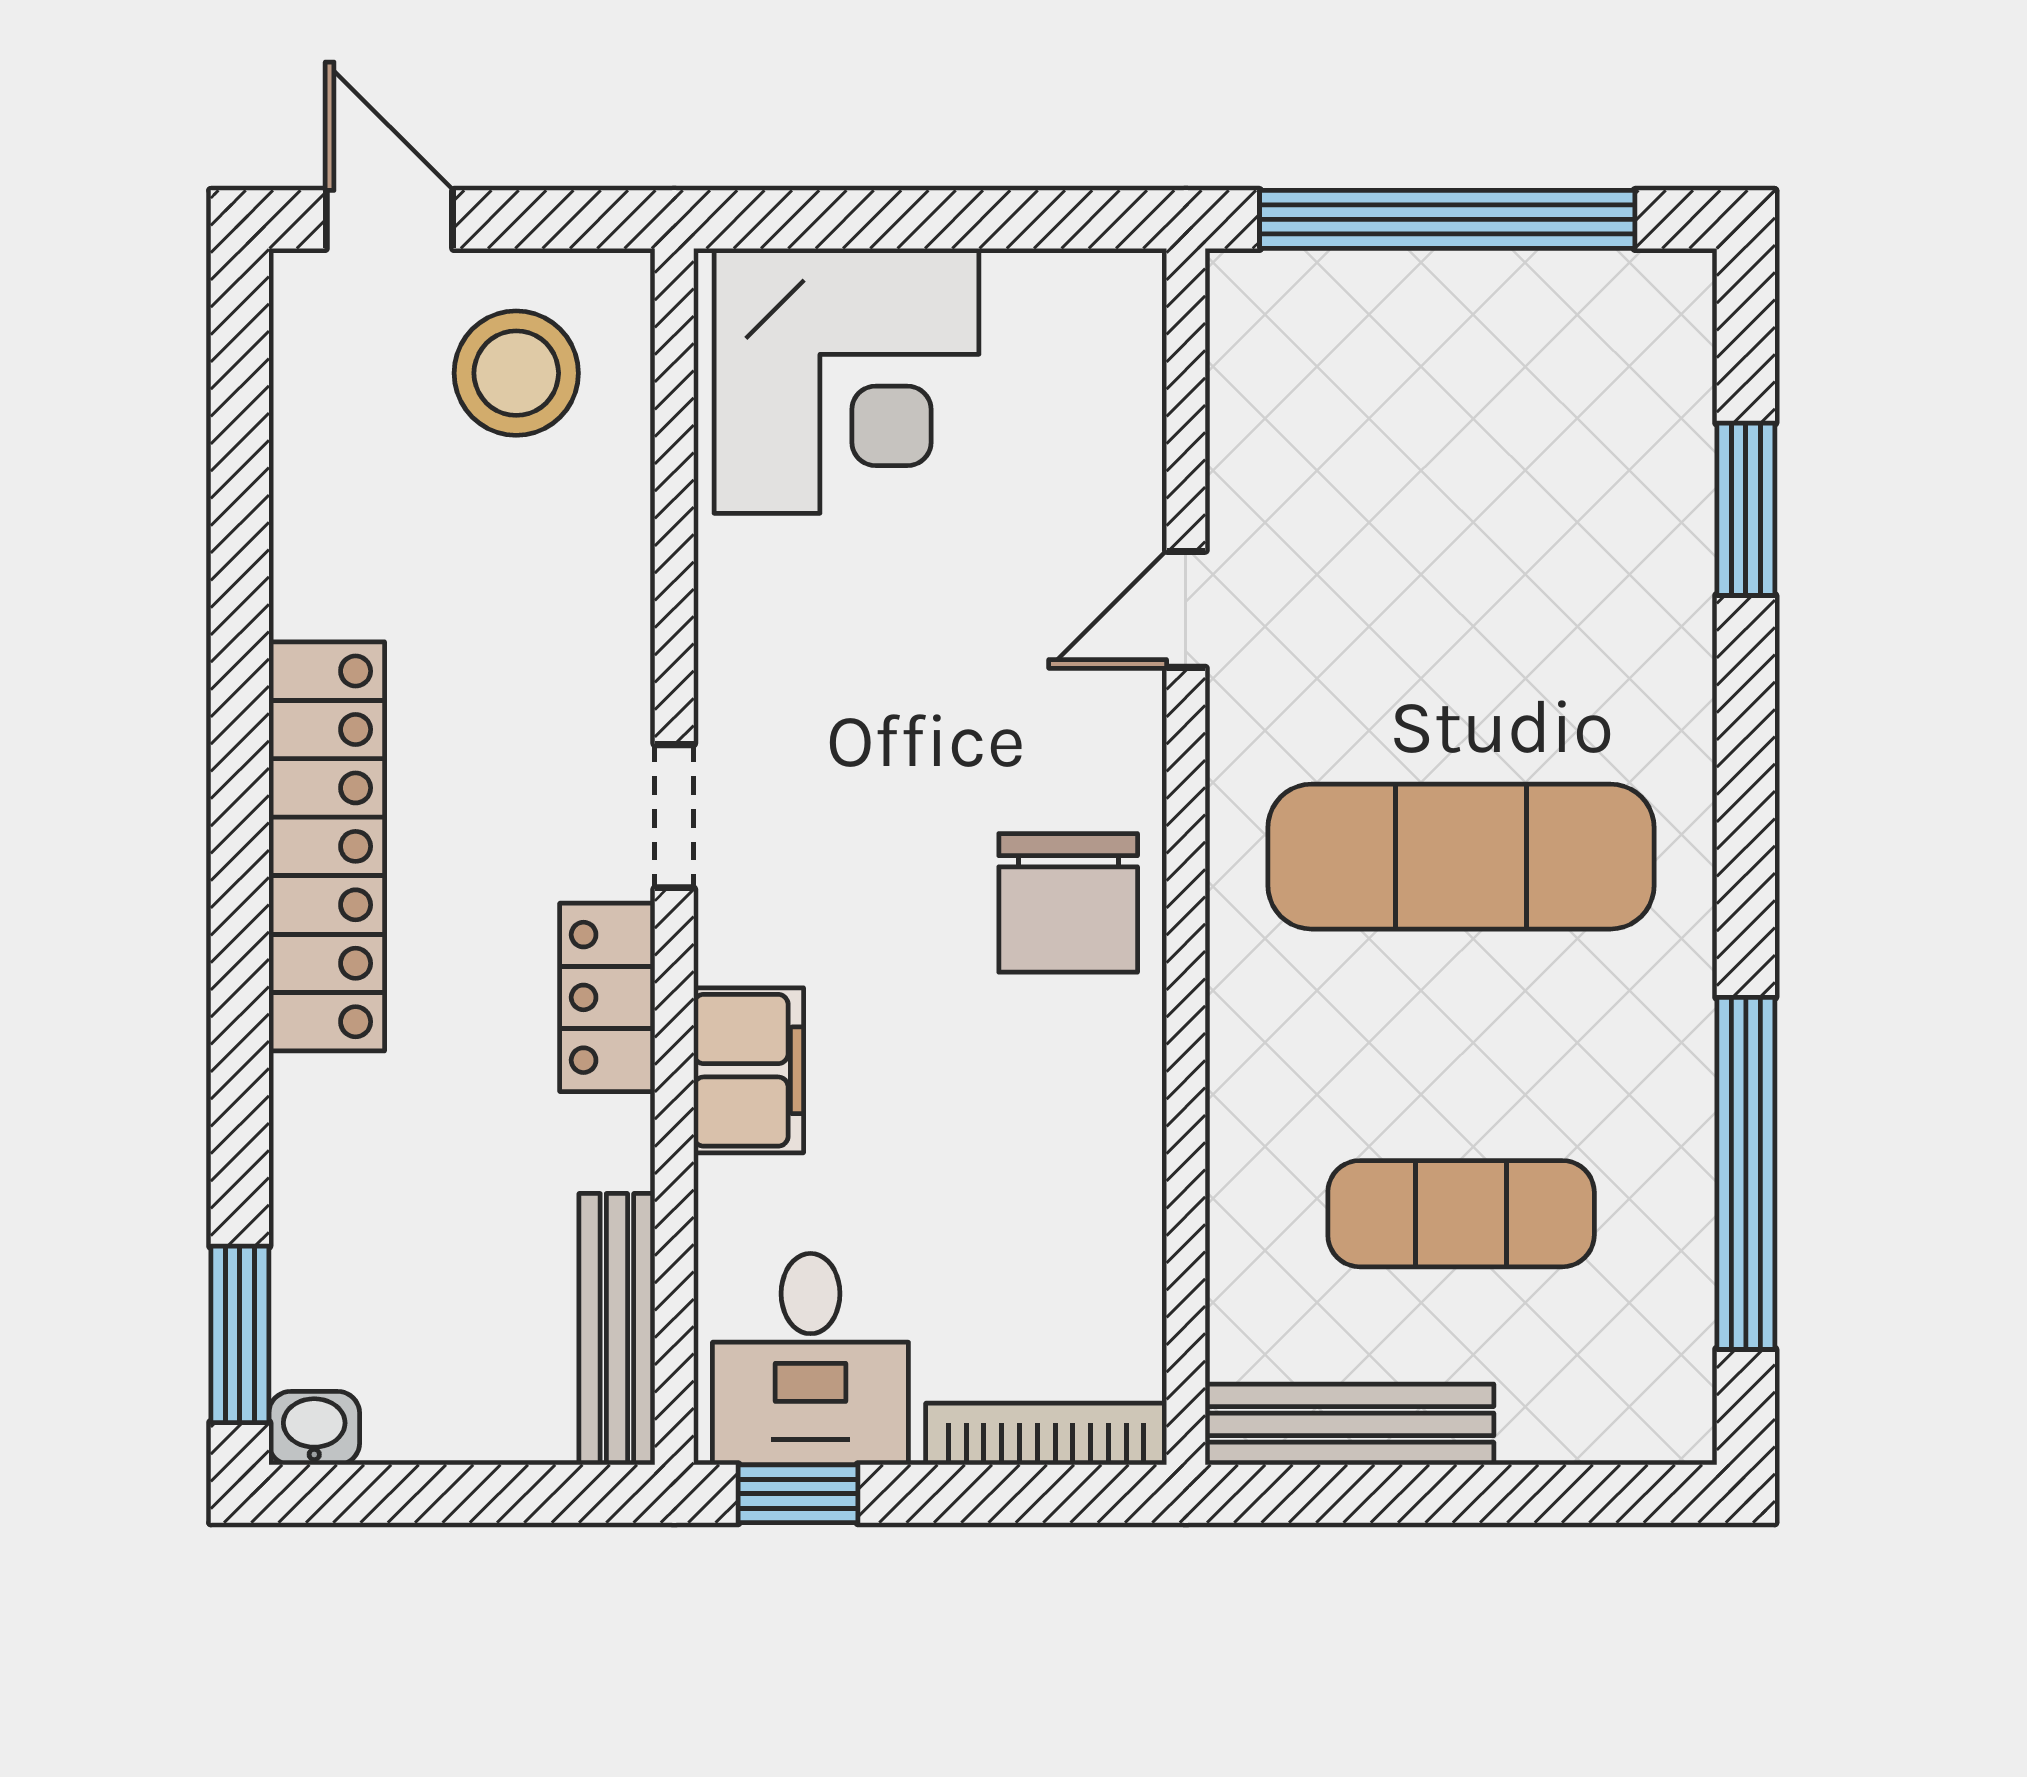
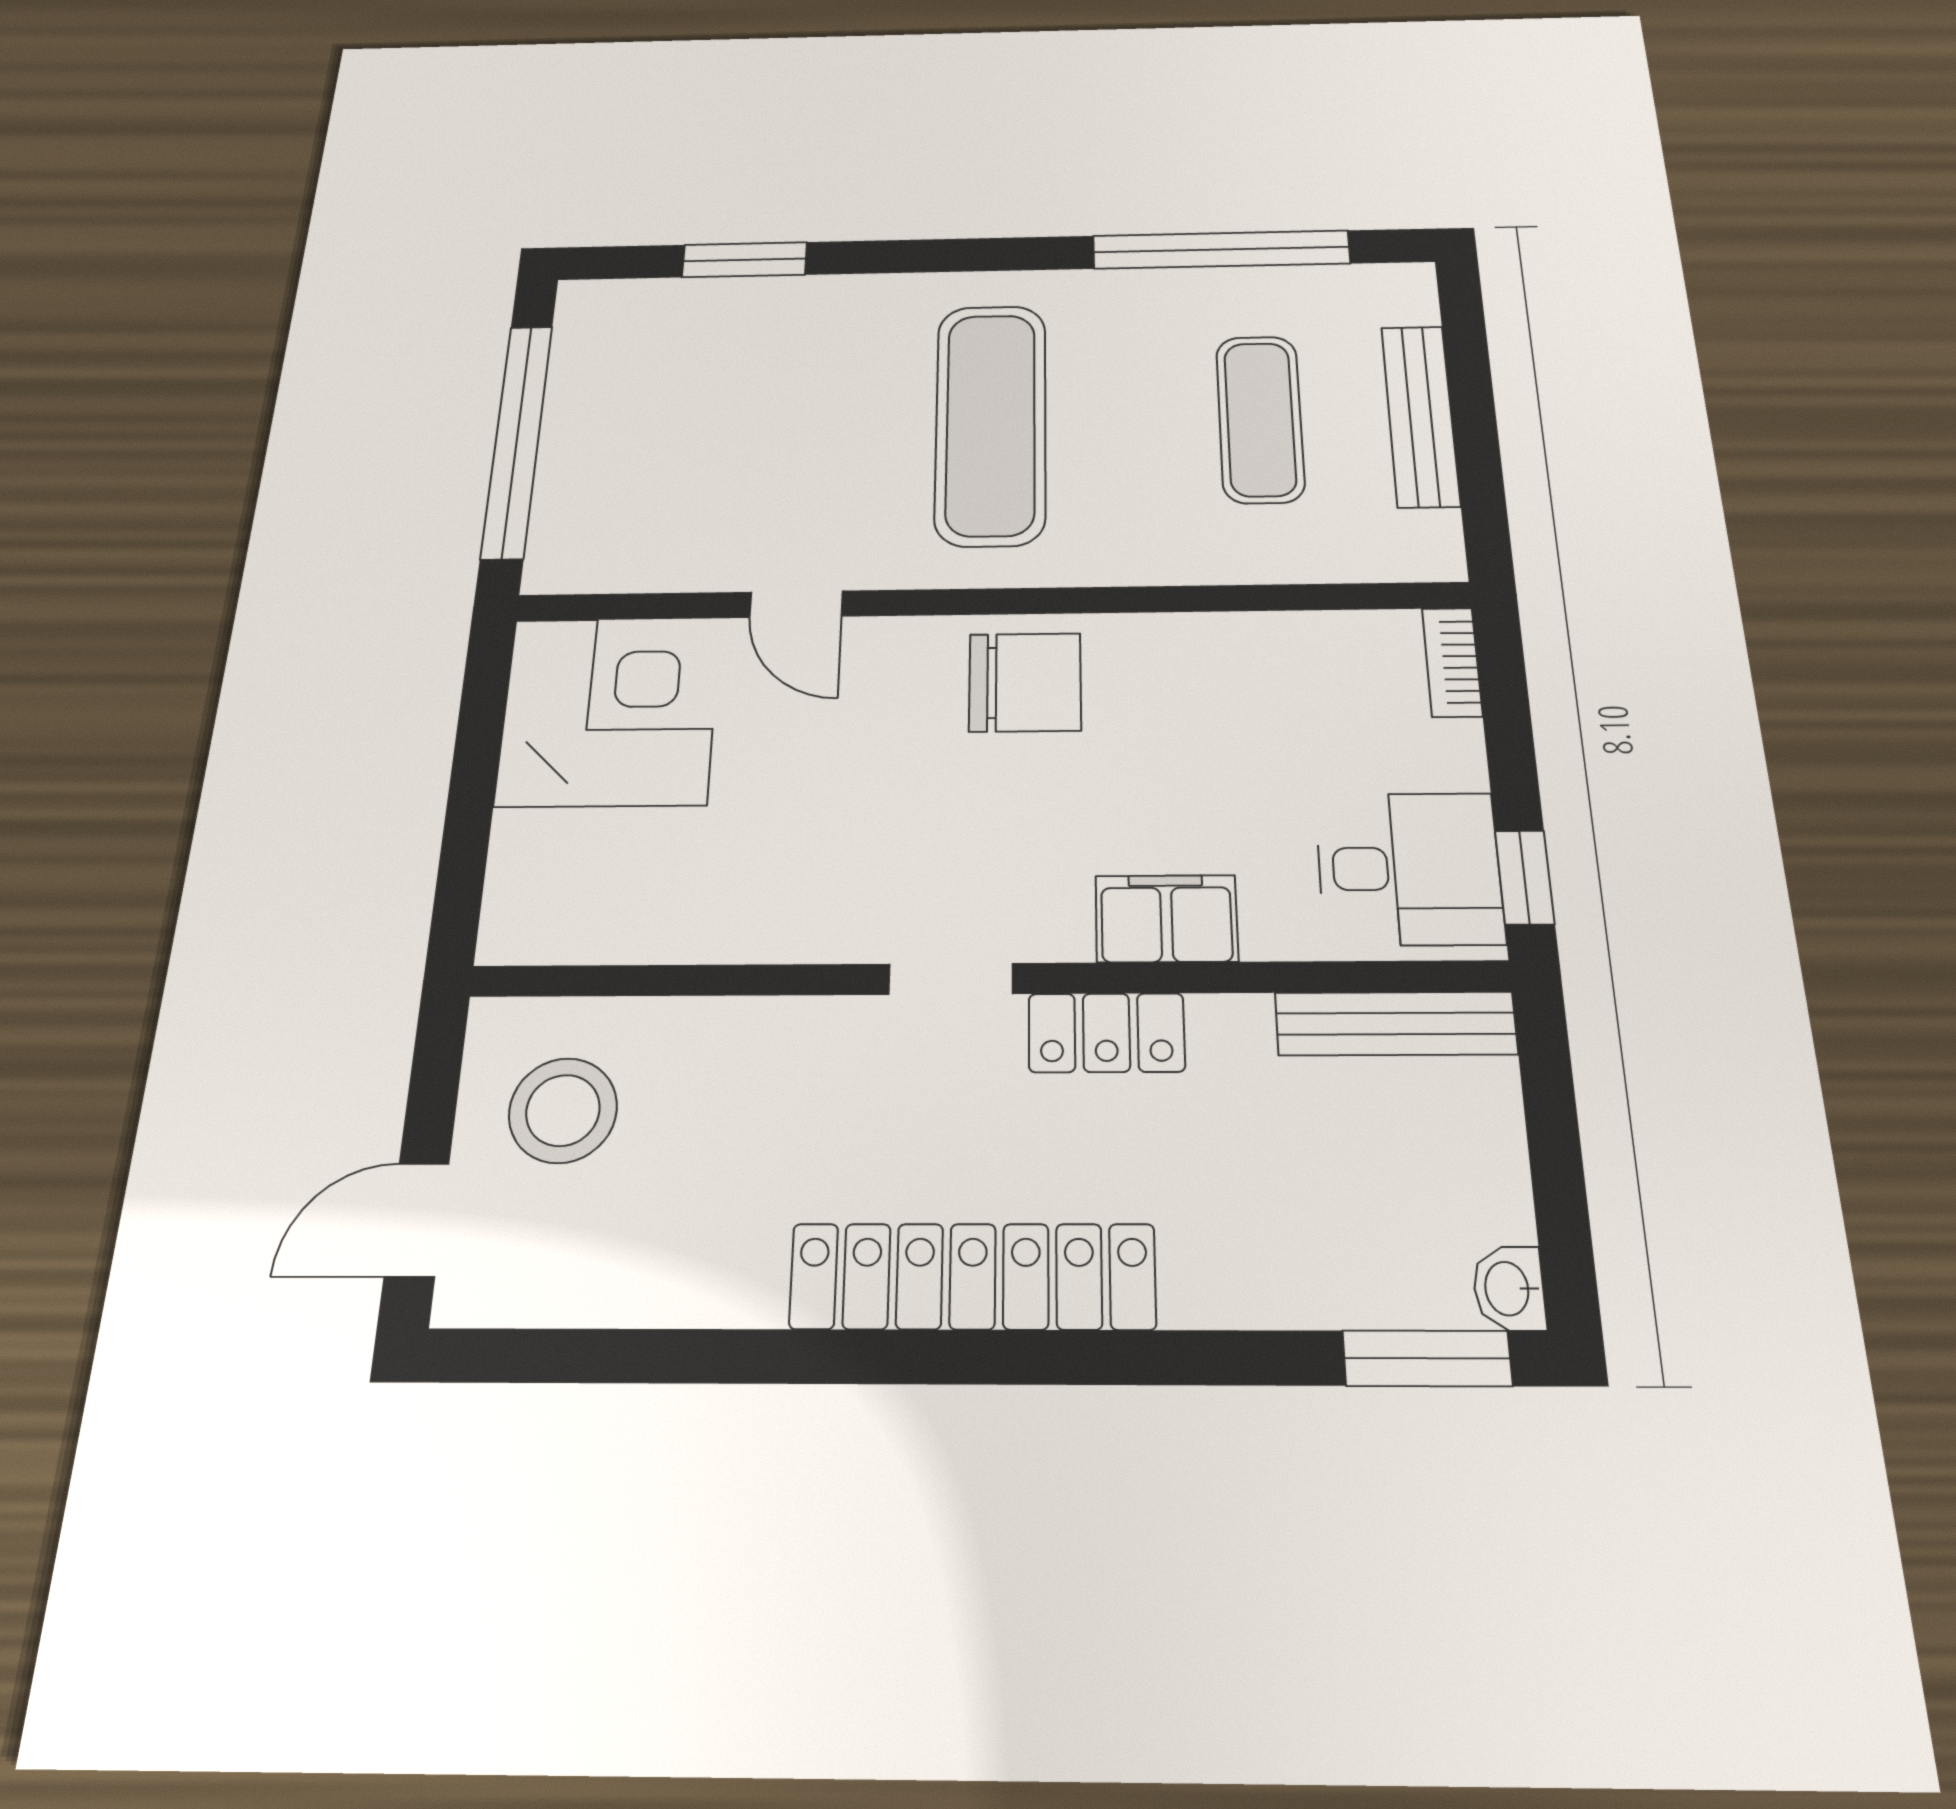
corner desk: (846, 381) -> (609, 711), moved
bench: (1349, 1424) -> (1420, 415), moved
bookcase: (1046, 1434) -> (1452, 662), width x0.64

